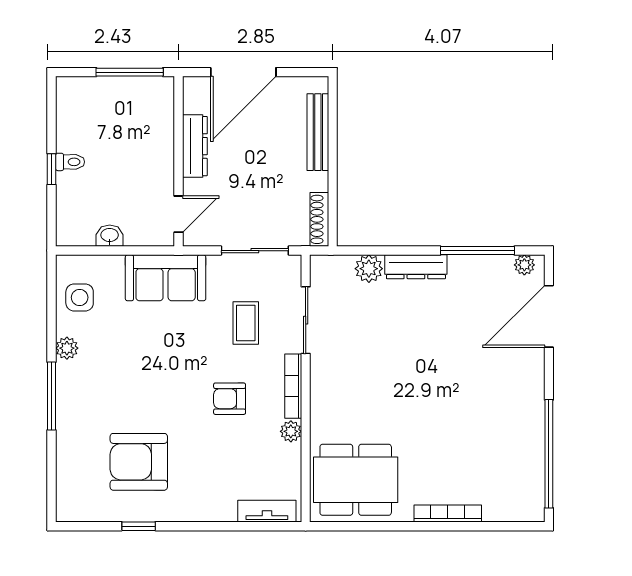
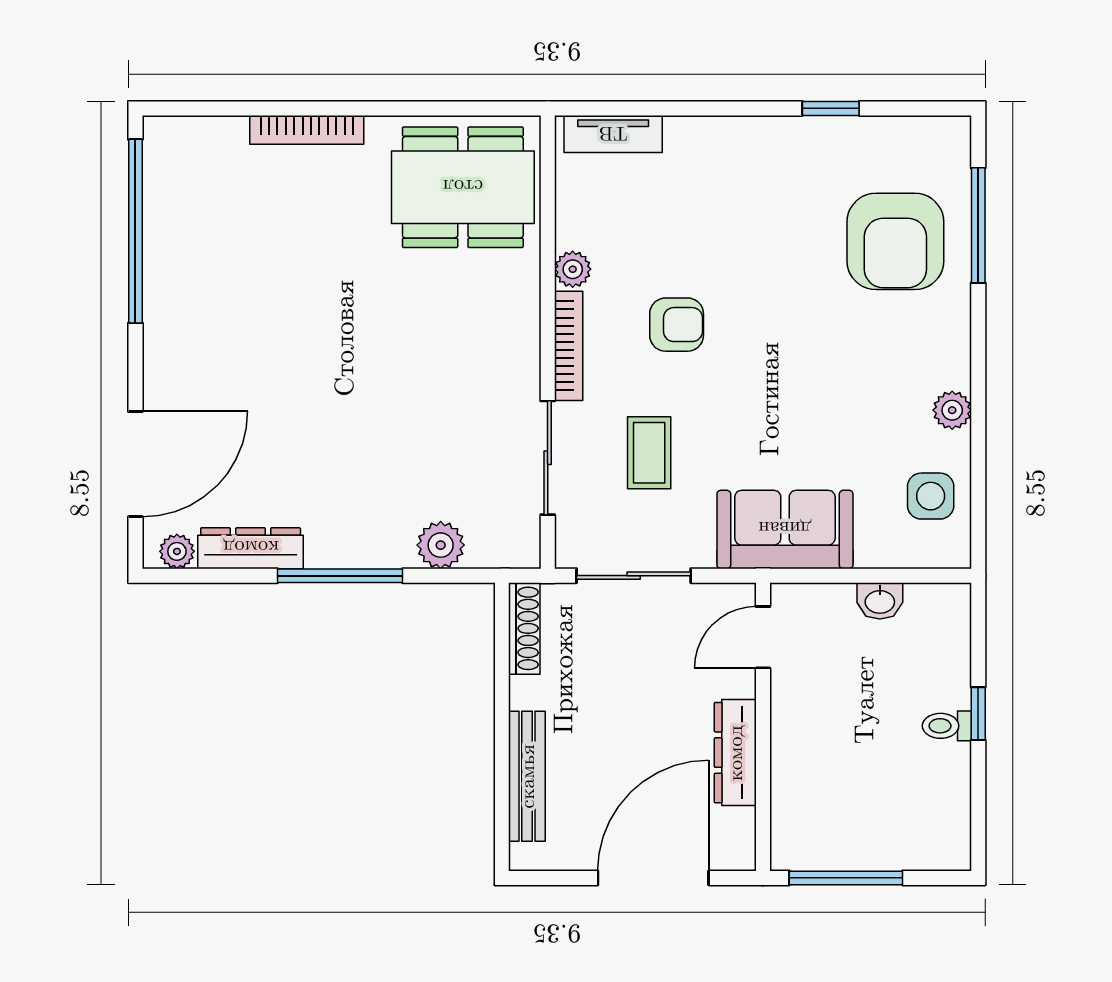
window: (477, 251) -> (340, 576), moved
dresser: (416, 267) -> (251, 548), moved
window: (52, 396) -> (978, 225), moved
armchair: (139, 462) -> (895, 241), moved, turned 90

